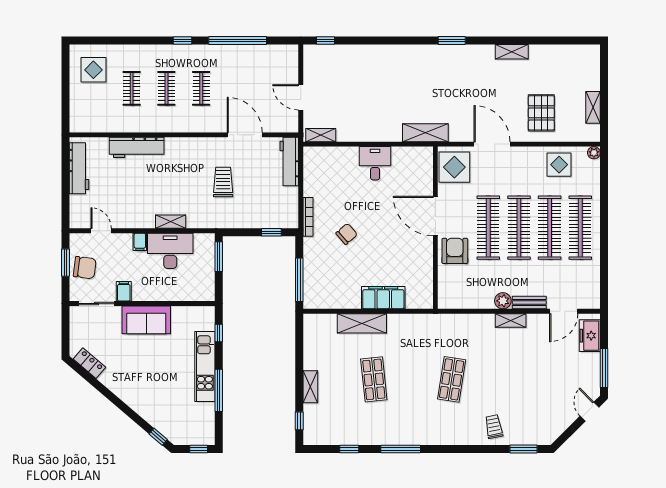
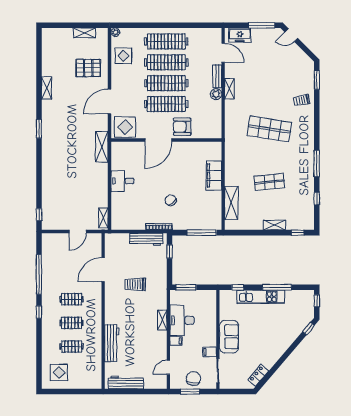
workbench: (289, 161) -> (146, 239), moved
shelving: (362, 323) -> (231, 203), moved
shop shelf: (452, 379) -> (269, 129), width x1.43, depth x1.36

